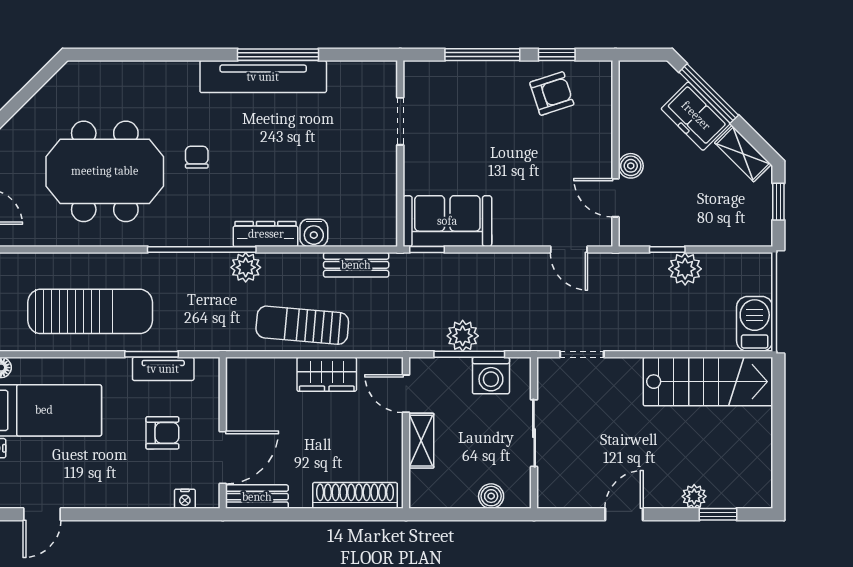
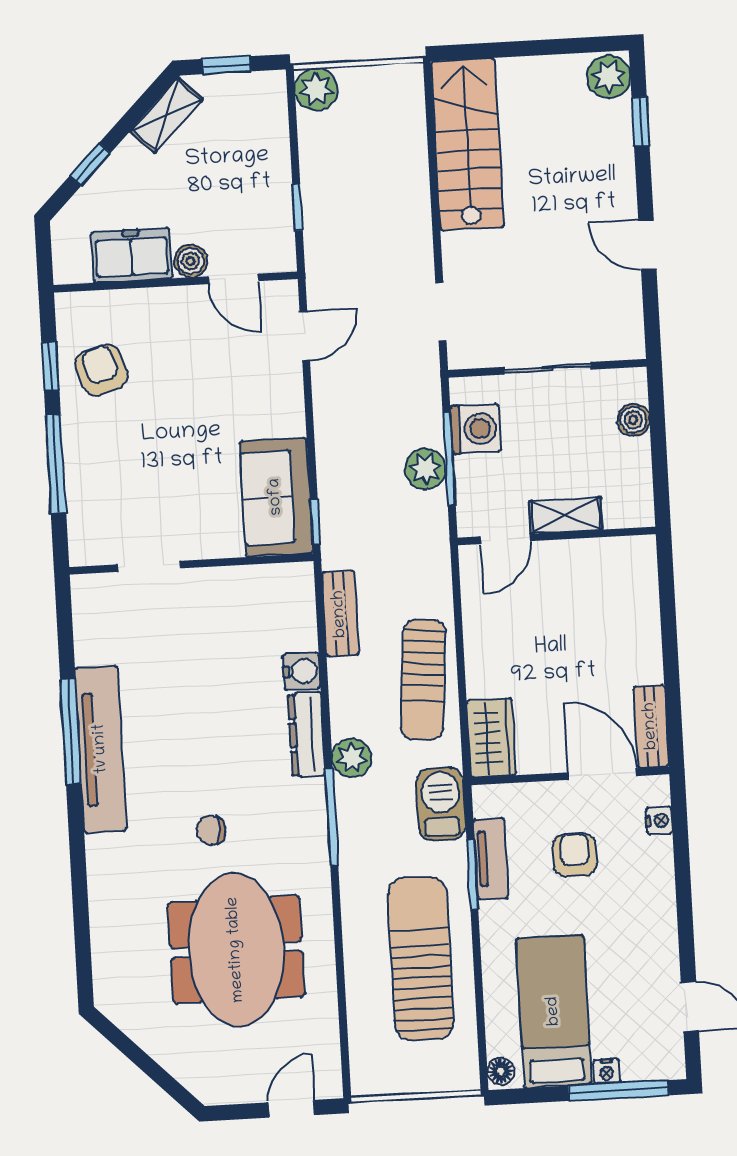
window: (709, 94) -> (90, 164), width x0.46
freezer: (696, 116) -> (132, 255), moved, turned -135
door: (615, 198) -> (233, 279), hinge flipped
window: (202, 250) -> (332, 817), width x0.68
plant: (685, 269) -> (316, 89), moved
barbecue: (755, 324) -> (441, 804), moved, turned 90
wardrobe: (327, 374) -> (491, 738), moved
shoe rack: (355, 495) -> (642, 598), removed
plant: (694, 496) -> (609, 77), moved, width x1.38, depth x1.38

